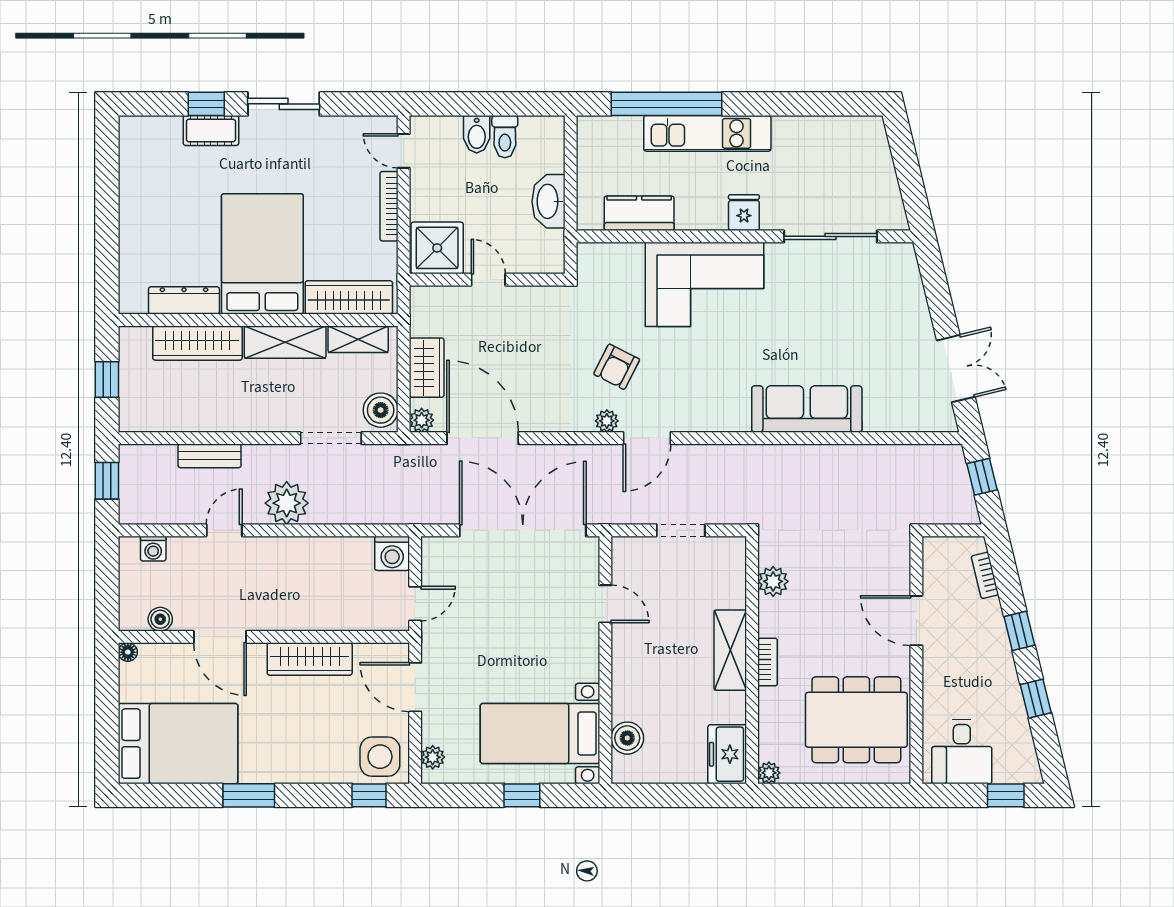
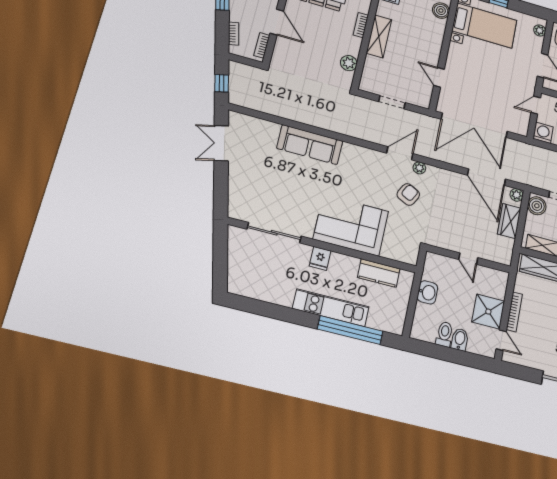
washbasin: (549, 201) -> (427, 292), width x0.72
shower: (437, 248) -> (488, 312), moved
bookcase: (932, 568) -> (262, 45), added

